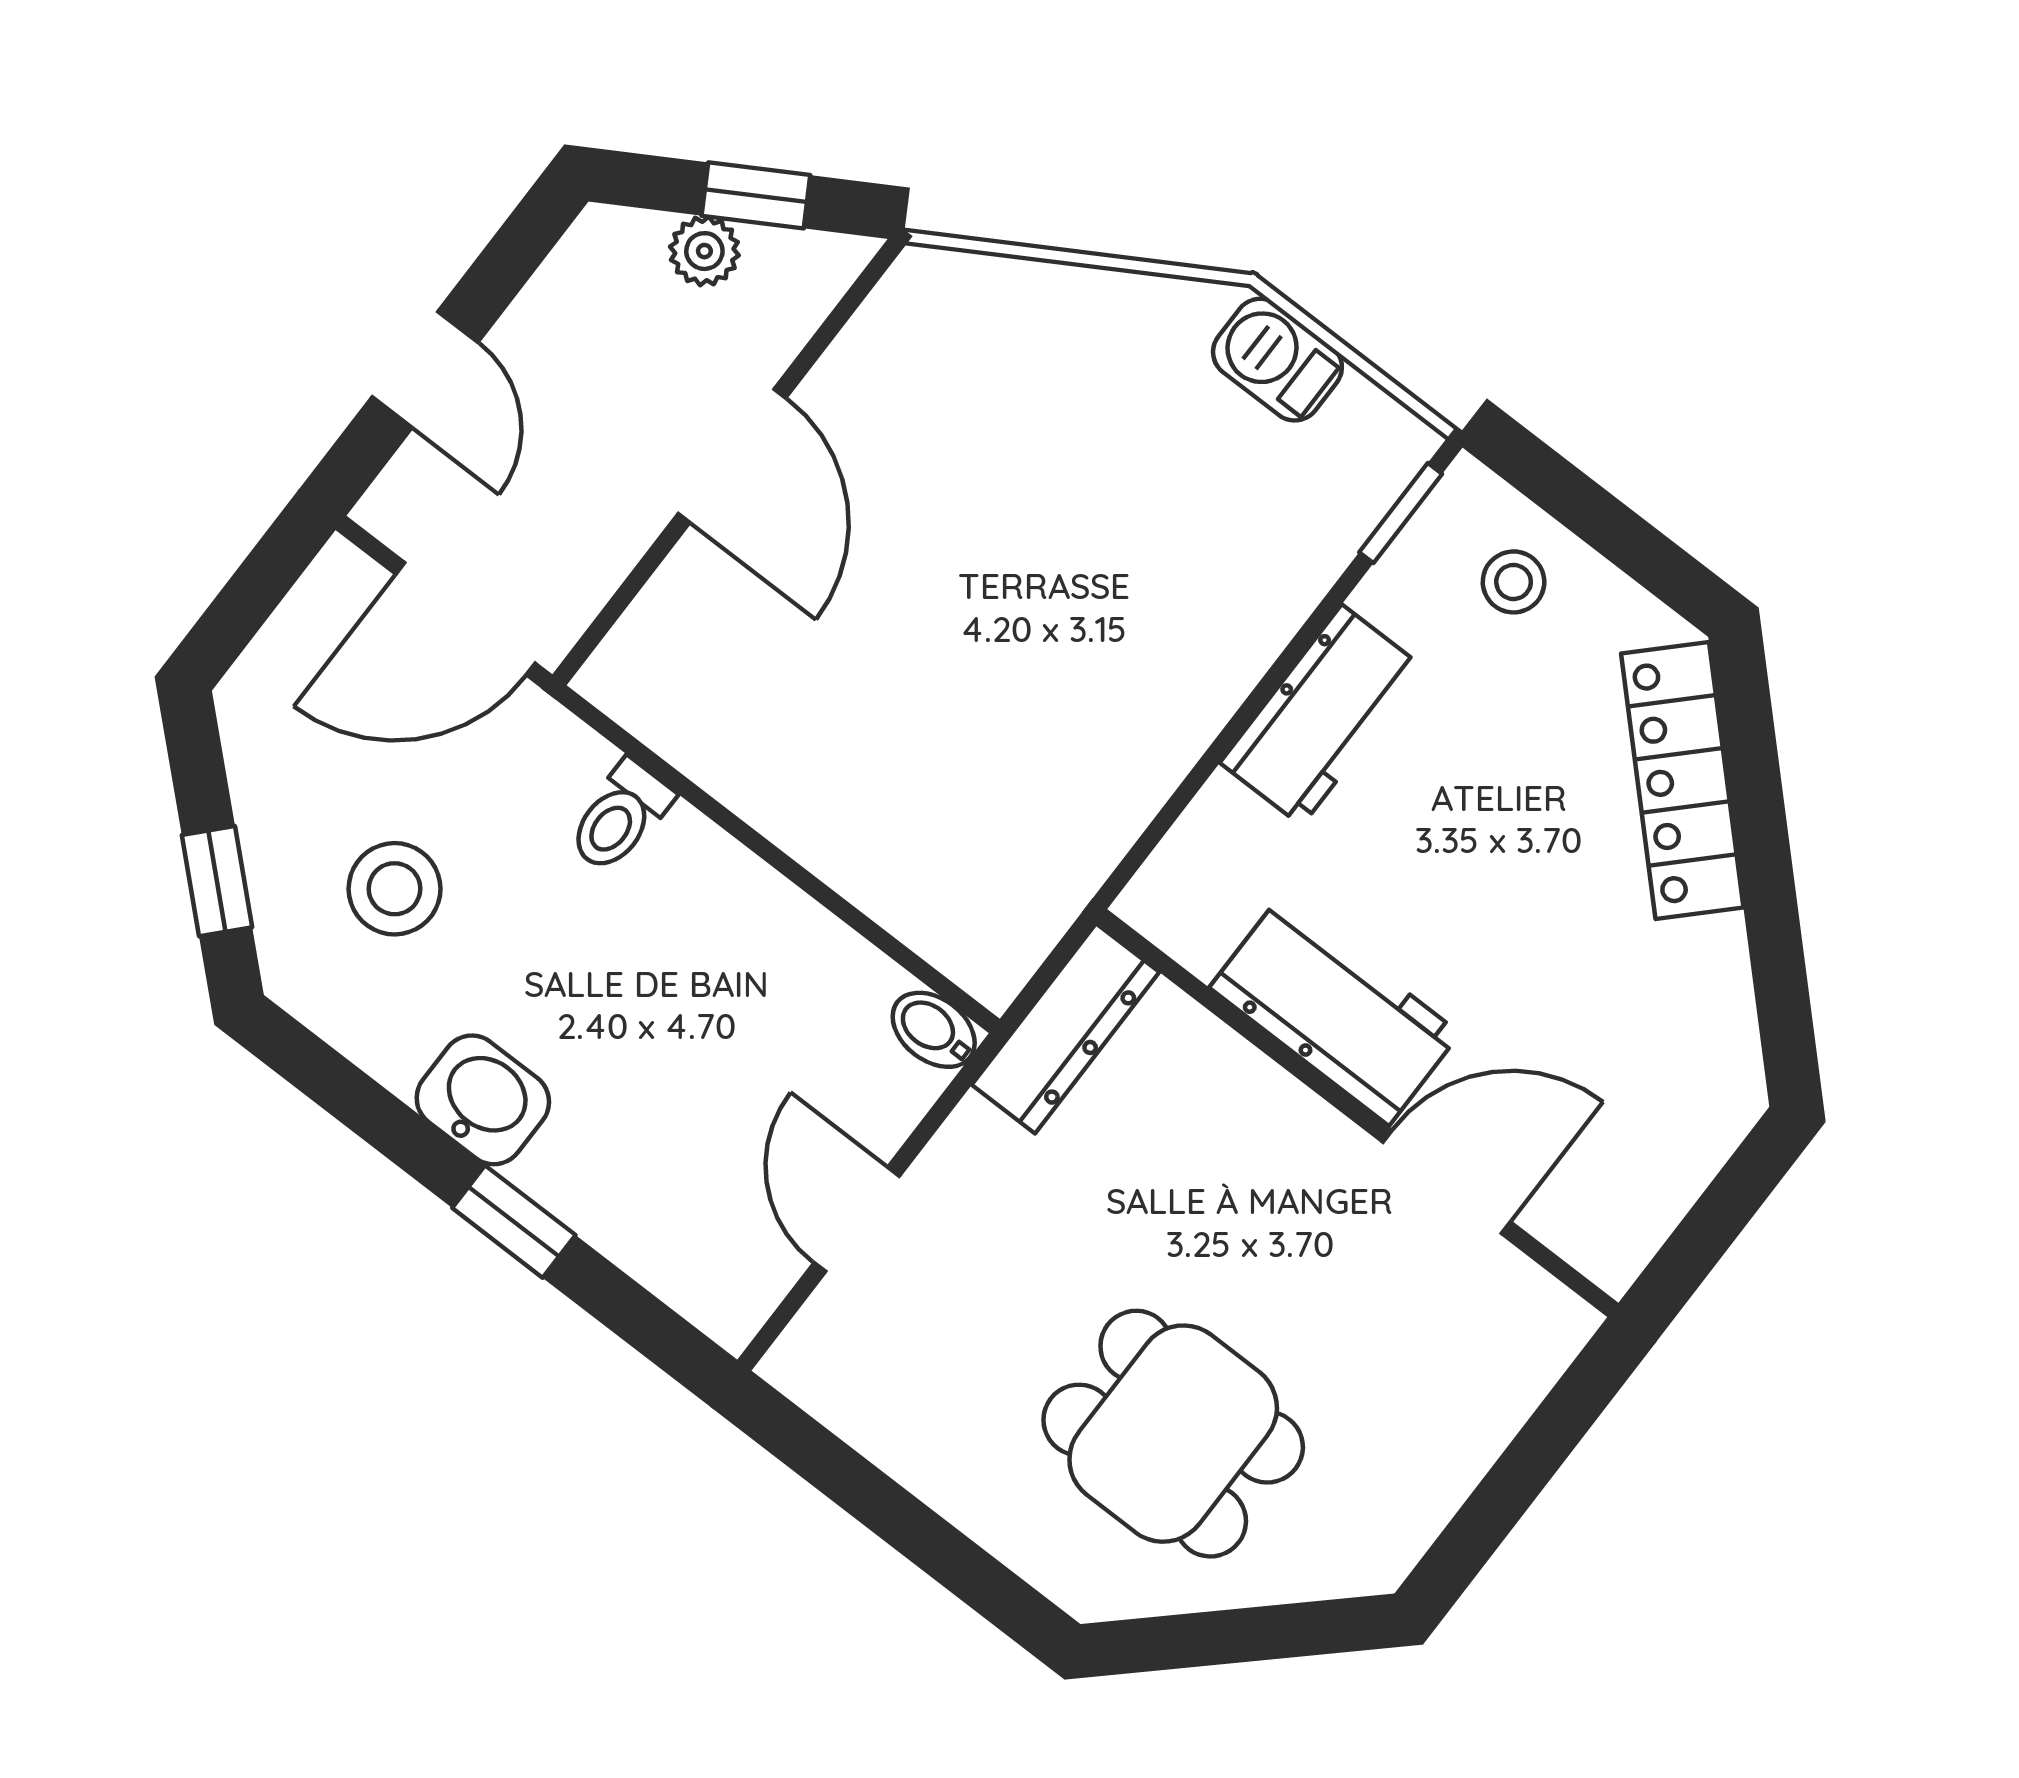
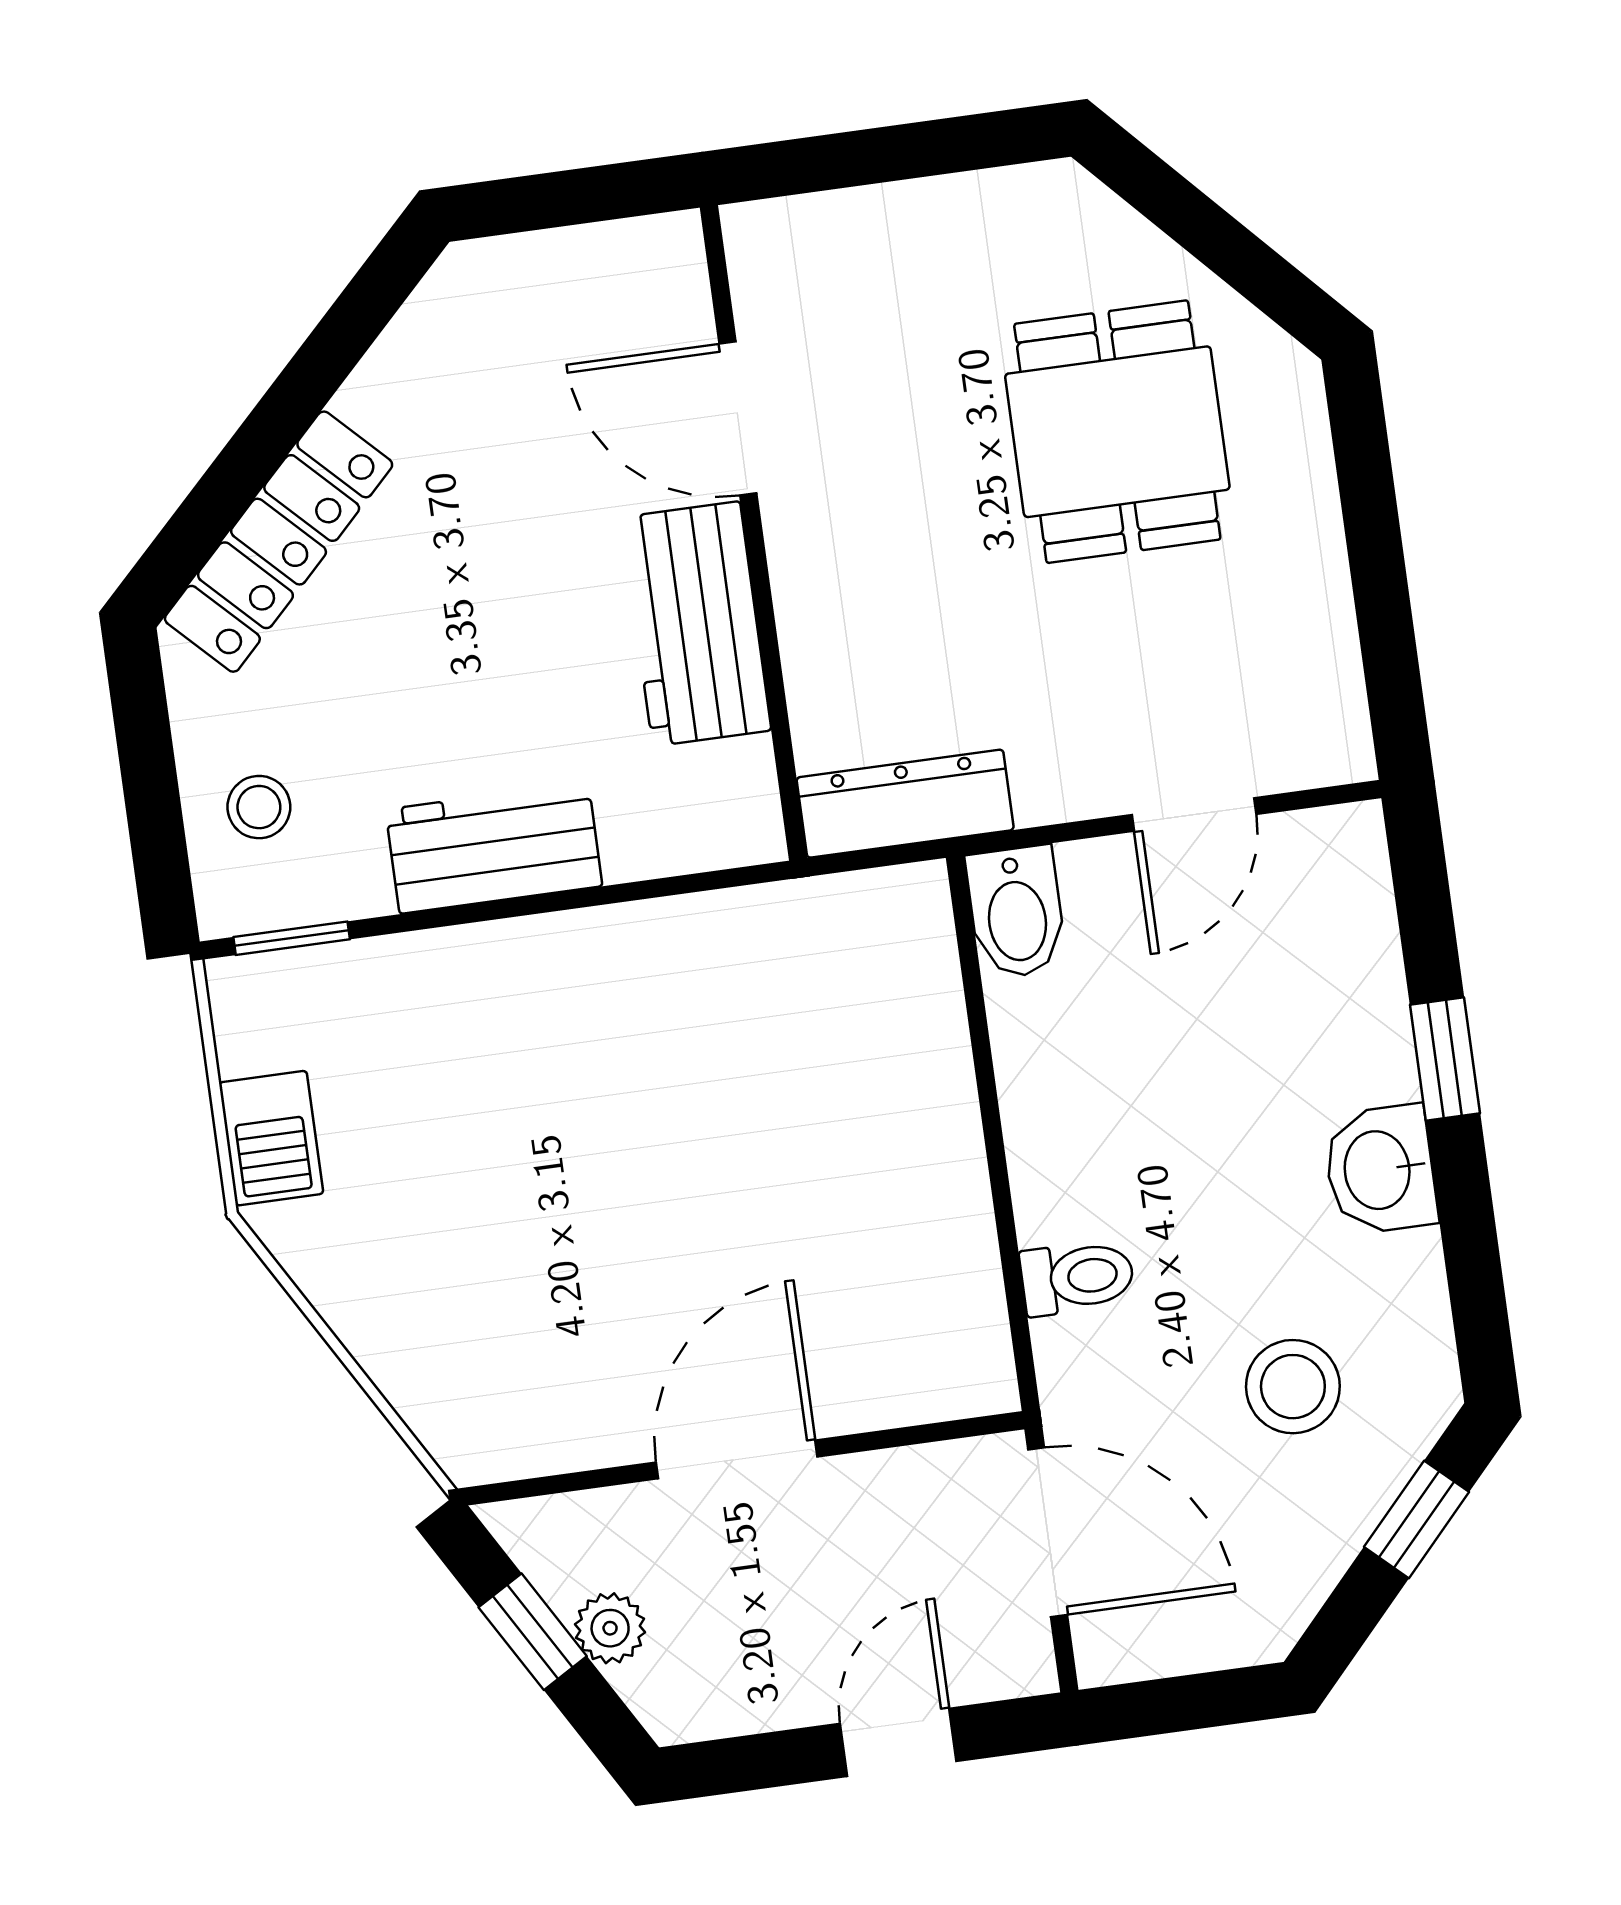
bidet: (934, 1030) -> (1016, 912), width x1.38, depth x1.36

